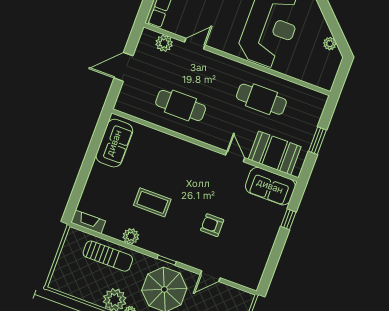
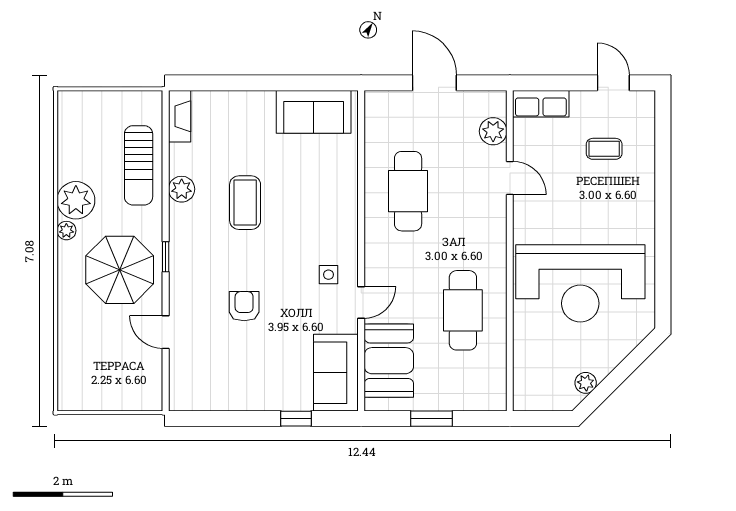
side table: (212, 169) -> (328, 275), added

